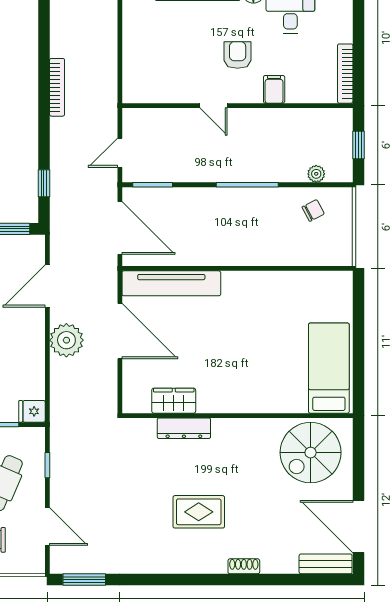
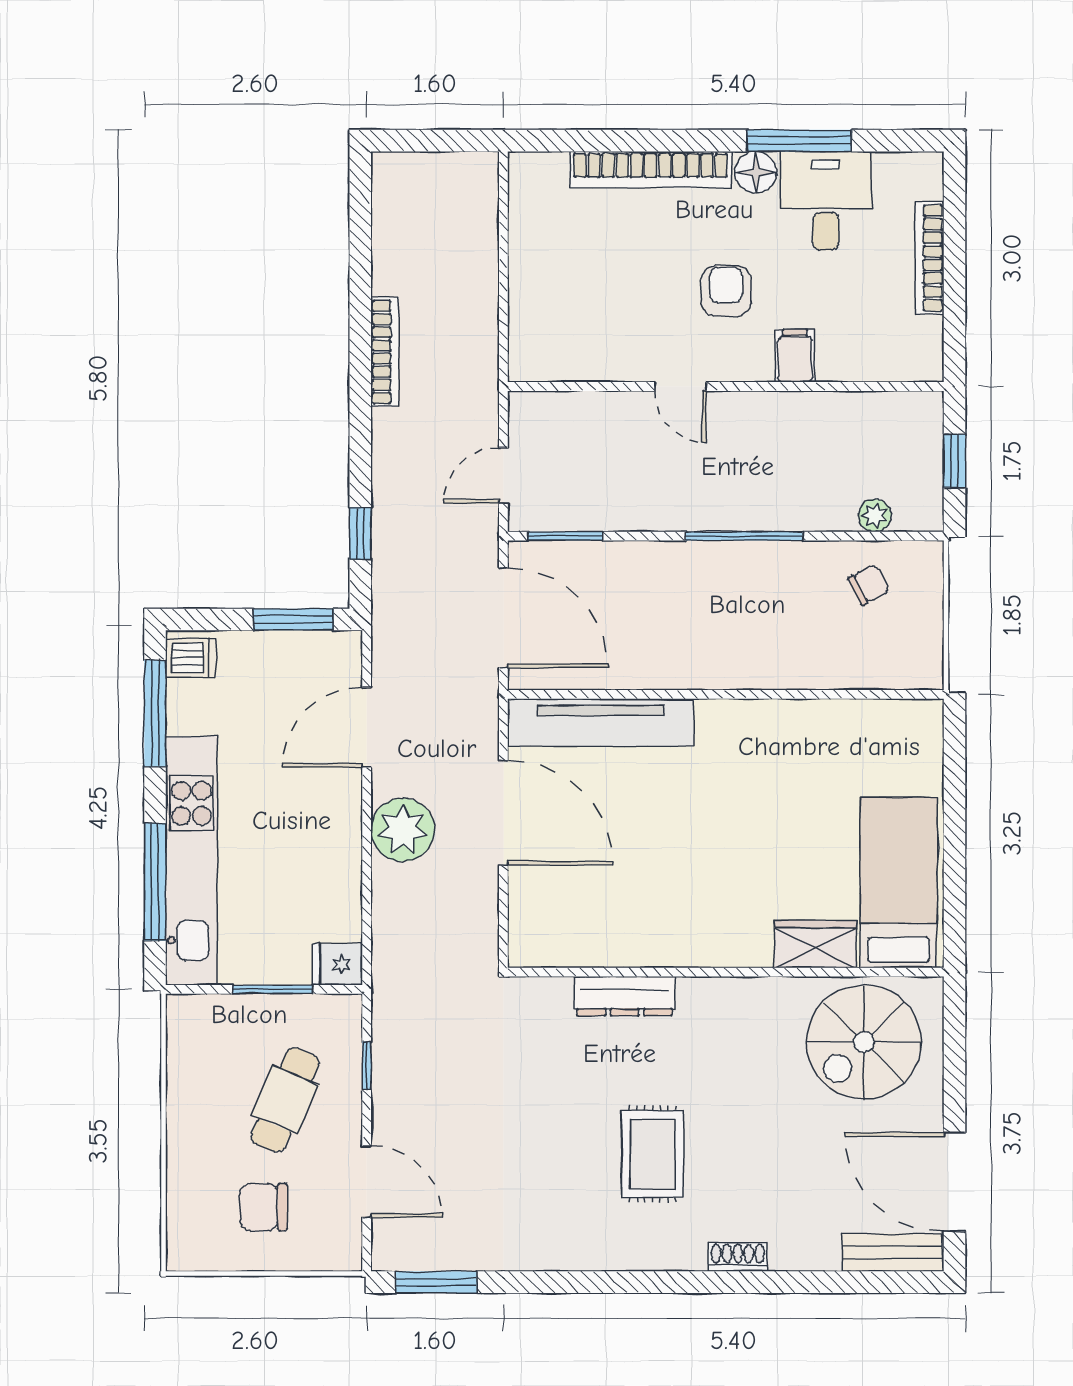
bookcase: (345, 74) -> (929, 258), moved
wardrobe: (174, 401) -> (816, 944), moved
rug: (199, 512) -> (653, 1154), turned 90

